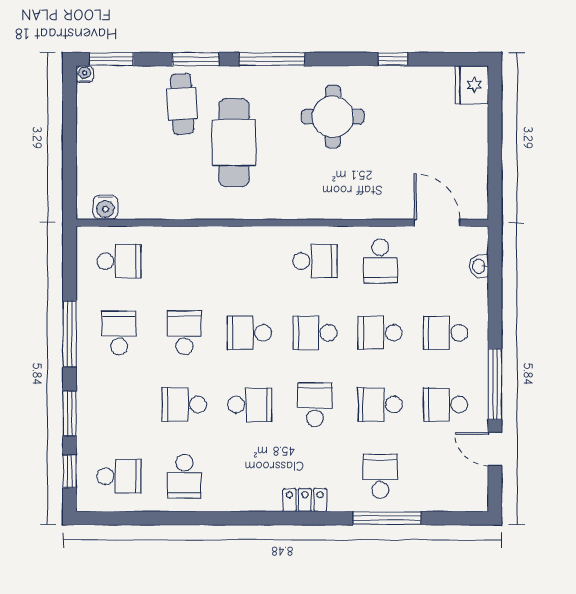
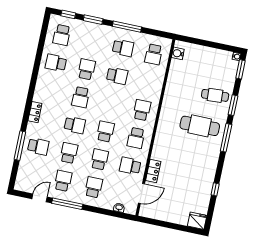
round table: (333, 117) -> (196, 159), removed
cafe table: (234, 143) -> (200, 126), moved
locker: (381, 207) -> (153, 171), added
school desk: (250, 333) -> (142, 110), moved

